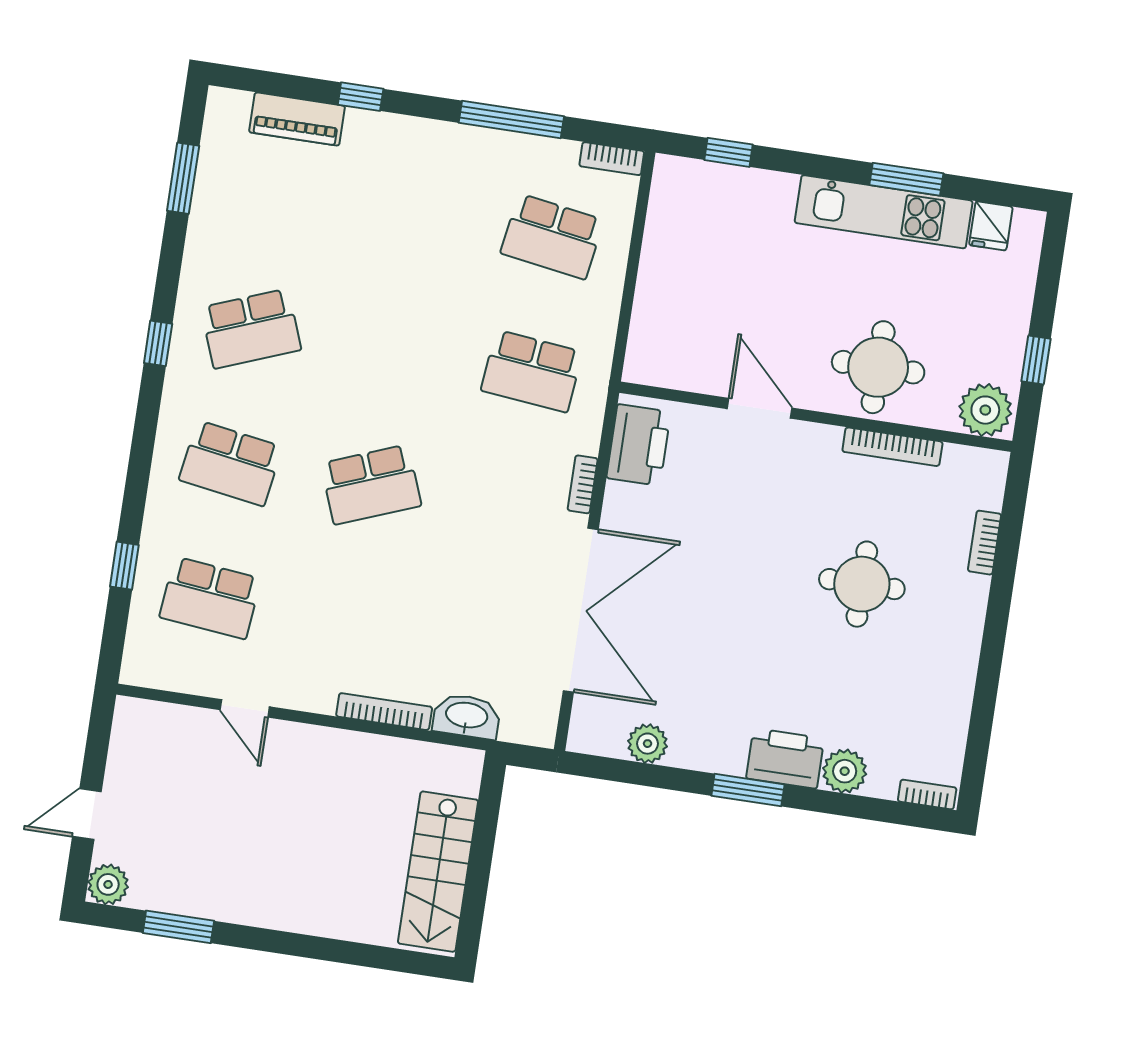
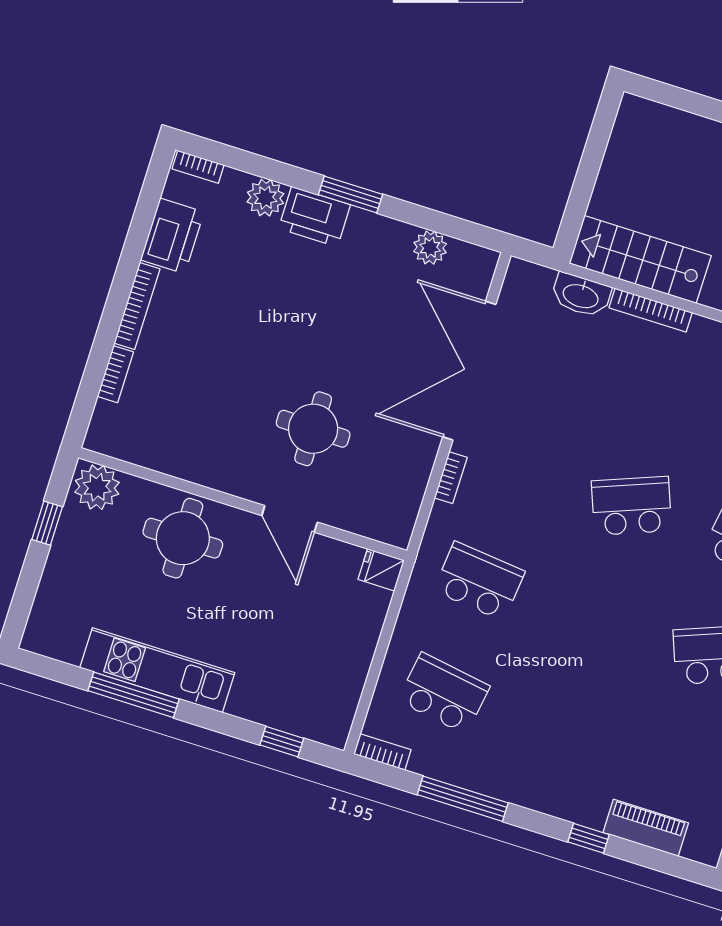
window: (906, 179) -> (134, 695), width x1.44
fridge: (991, 226) -> (381, 570), moved, turned -90
printer: (639, 445) -> (172, 236), moved, turned 180
bookcase: (892, 447) -> (137, 306), moved, turned 90
round table: (862, 584) -> (313, 429), moved
stairs: (438, 872) -> (640, 259), moved, turned -90

